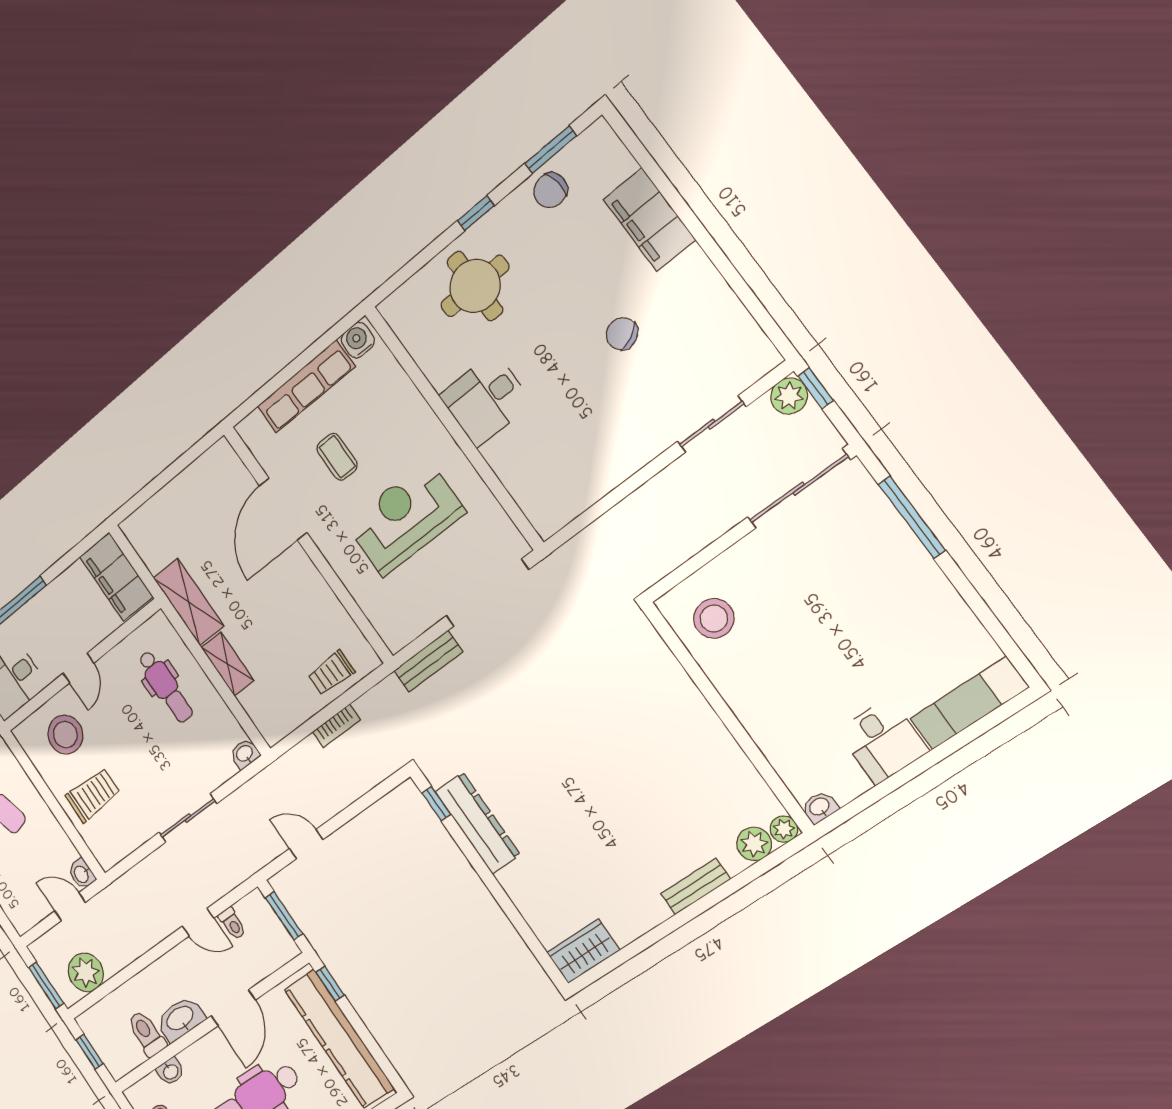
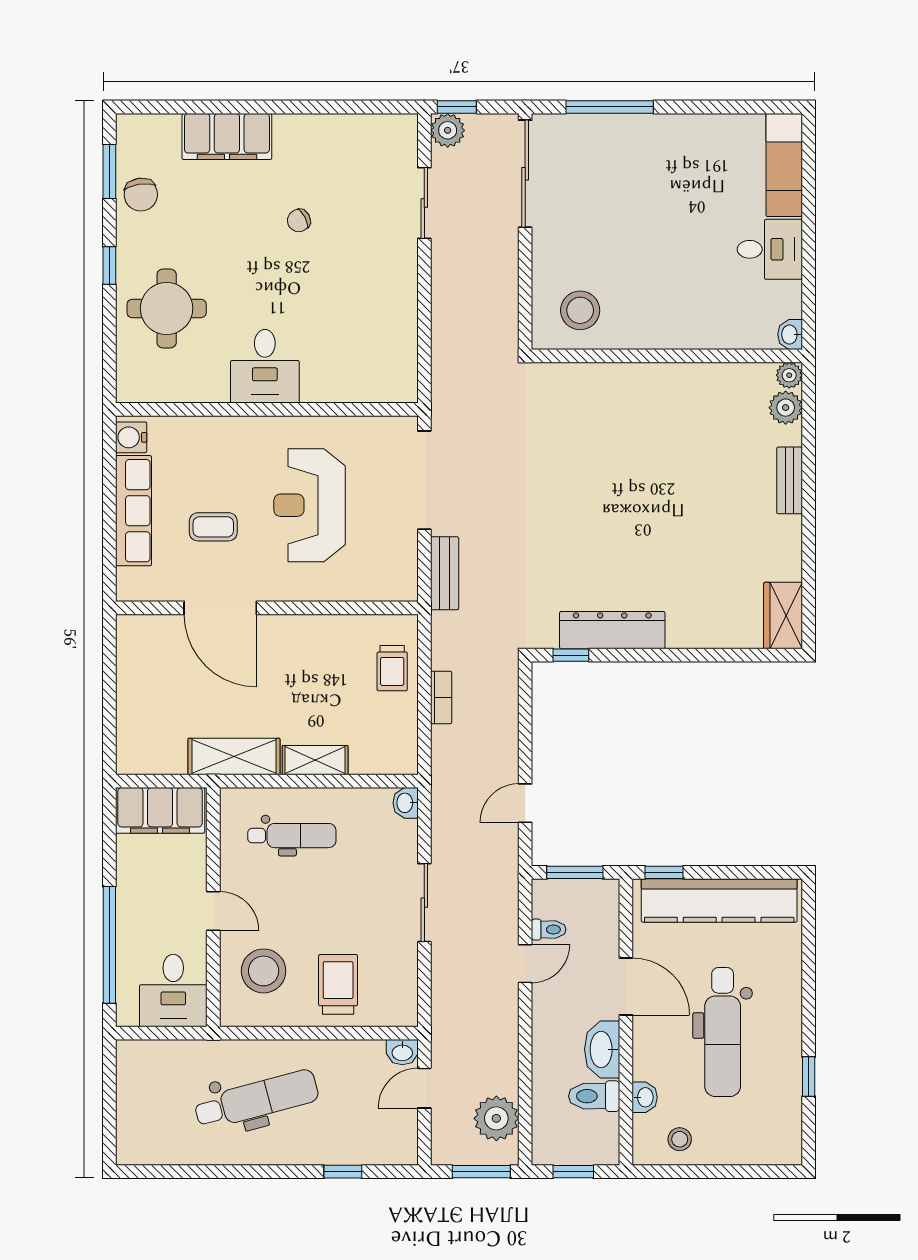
chair: (622, 334) -> (299, 221), width x0.73, depth x0.73

